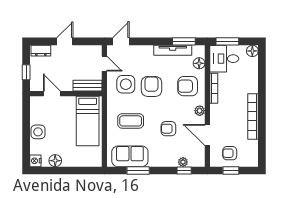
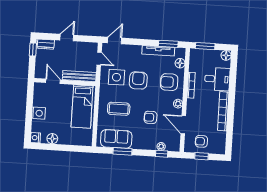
desk: (224, 59) -> (217, 79), moved, turned 180
window: (26, 72) -> (33, 49), moved
bench: (87, 86) -> (79, 76), width x1.36

